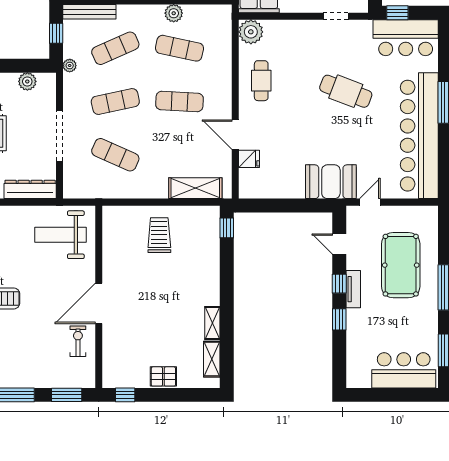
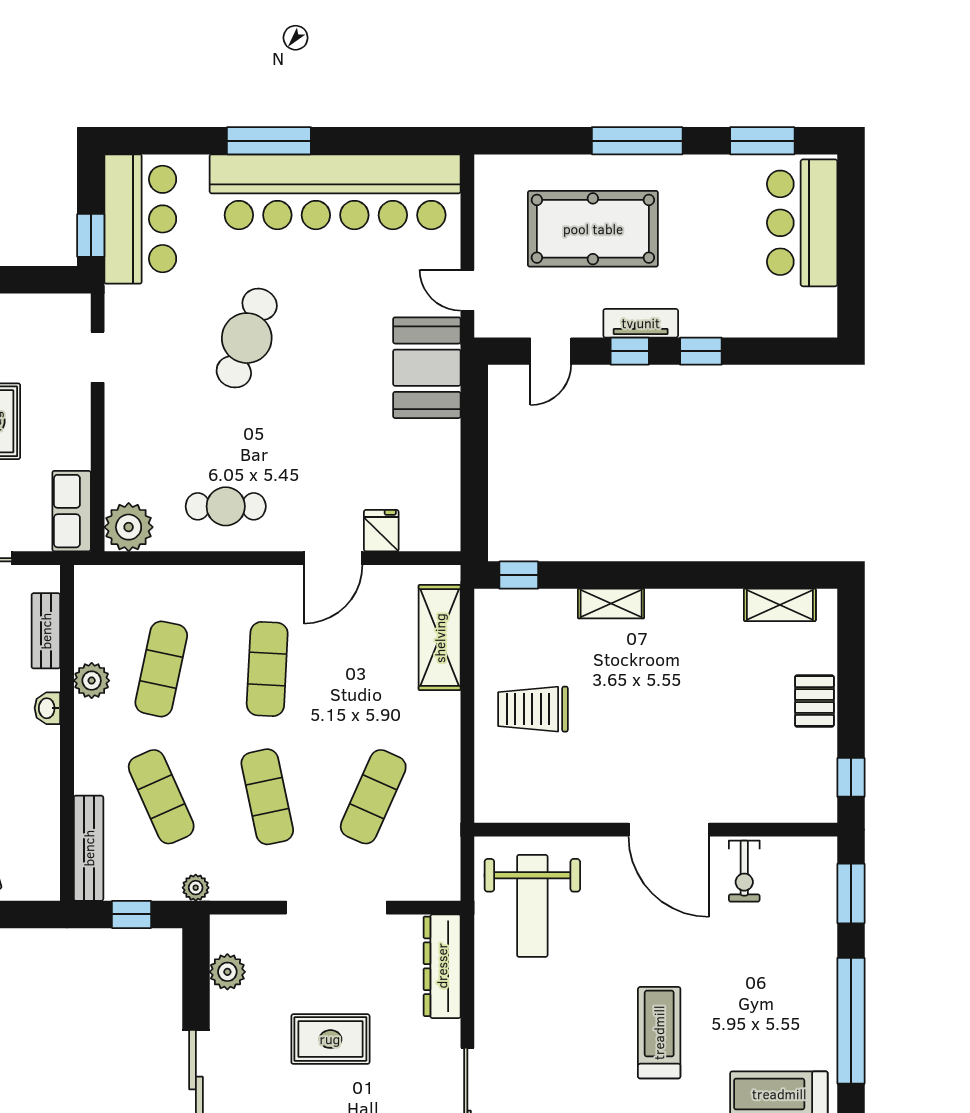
shelving: (212, 323) -> (611, 604), moved
exercise bike: (78, 341) -> (744, 871), turned -90

